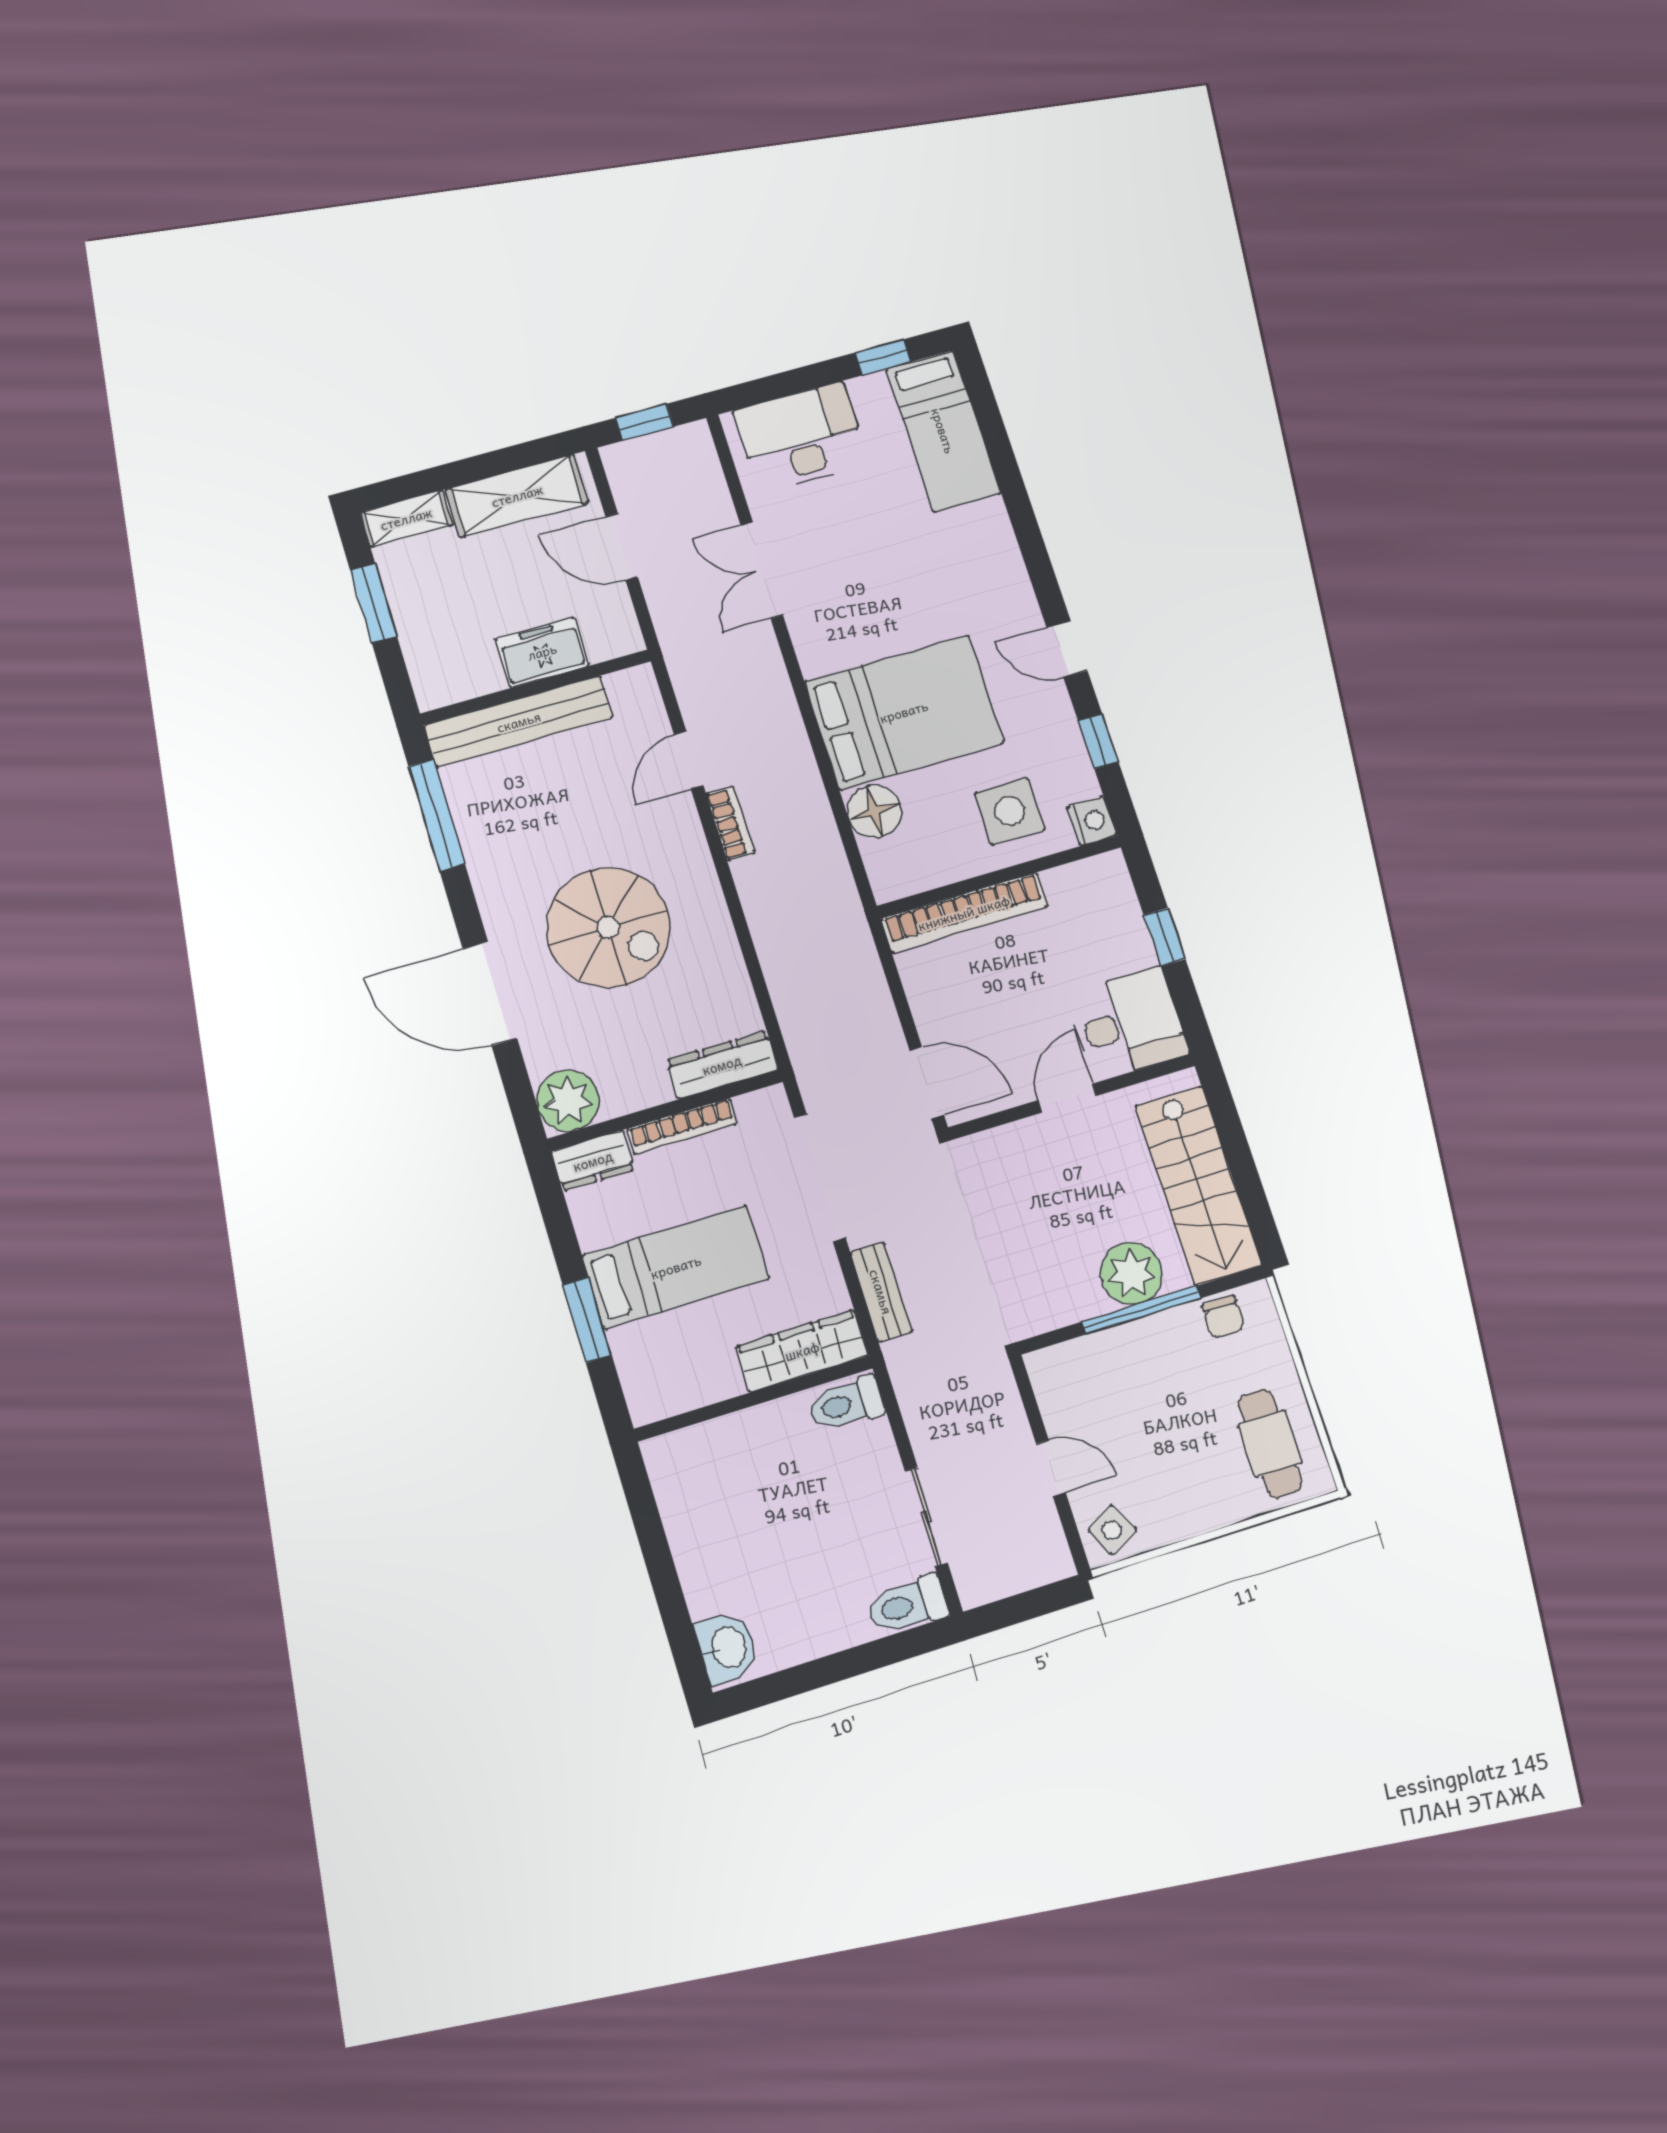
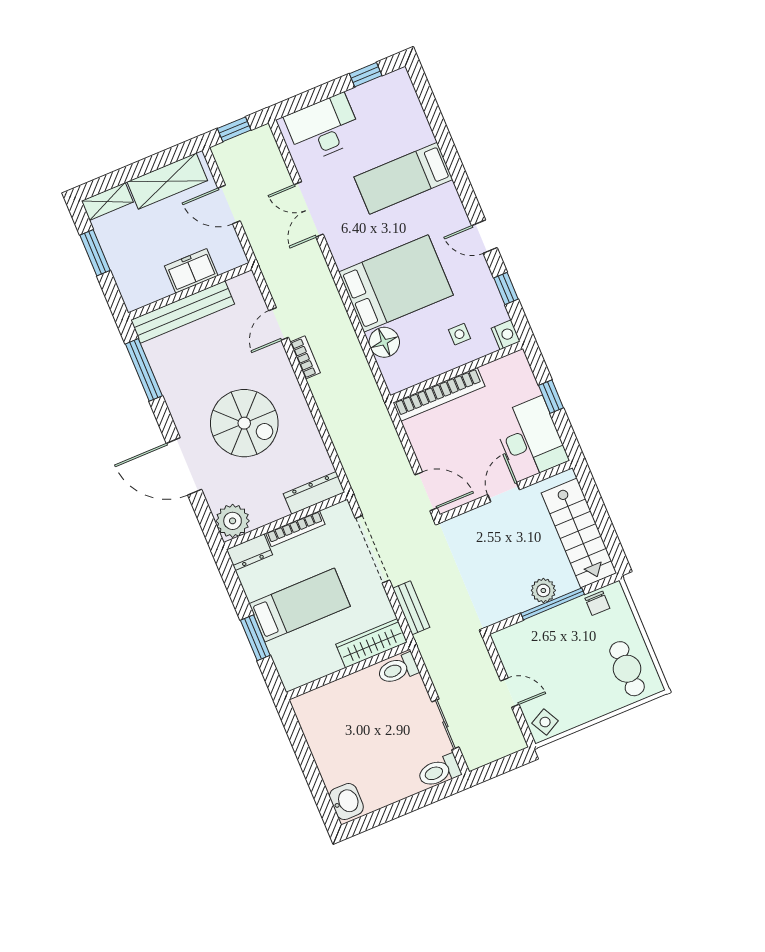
bed: (943, 431) -> (403, 178), moved, turned 90
side table: (1010, 811) -> (459, 334), width x0.54, depth x0.54
desk: (1128, 1024) -> (530, 439), width x1.37
plant: (1131, 1273) -> (543, 590), width x0.73, depth x0.73

